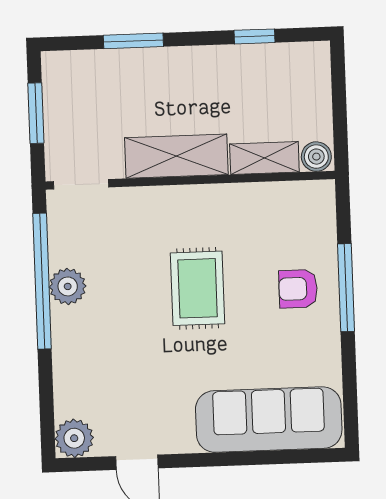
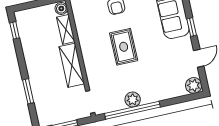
window: (255, 36) -> (15, 30), moved
rug: (198, 288) -> (124, 47), turned 90
window: (215, 459) -> (192, 27), added

